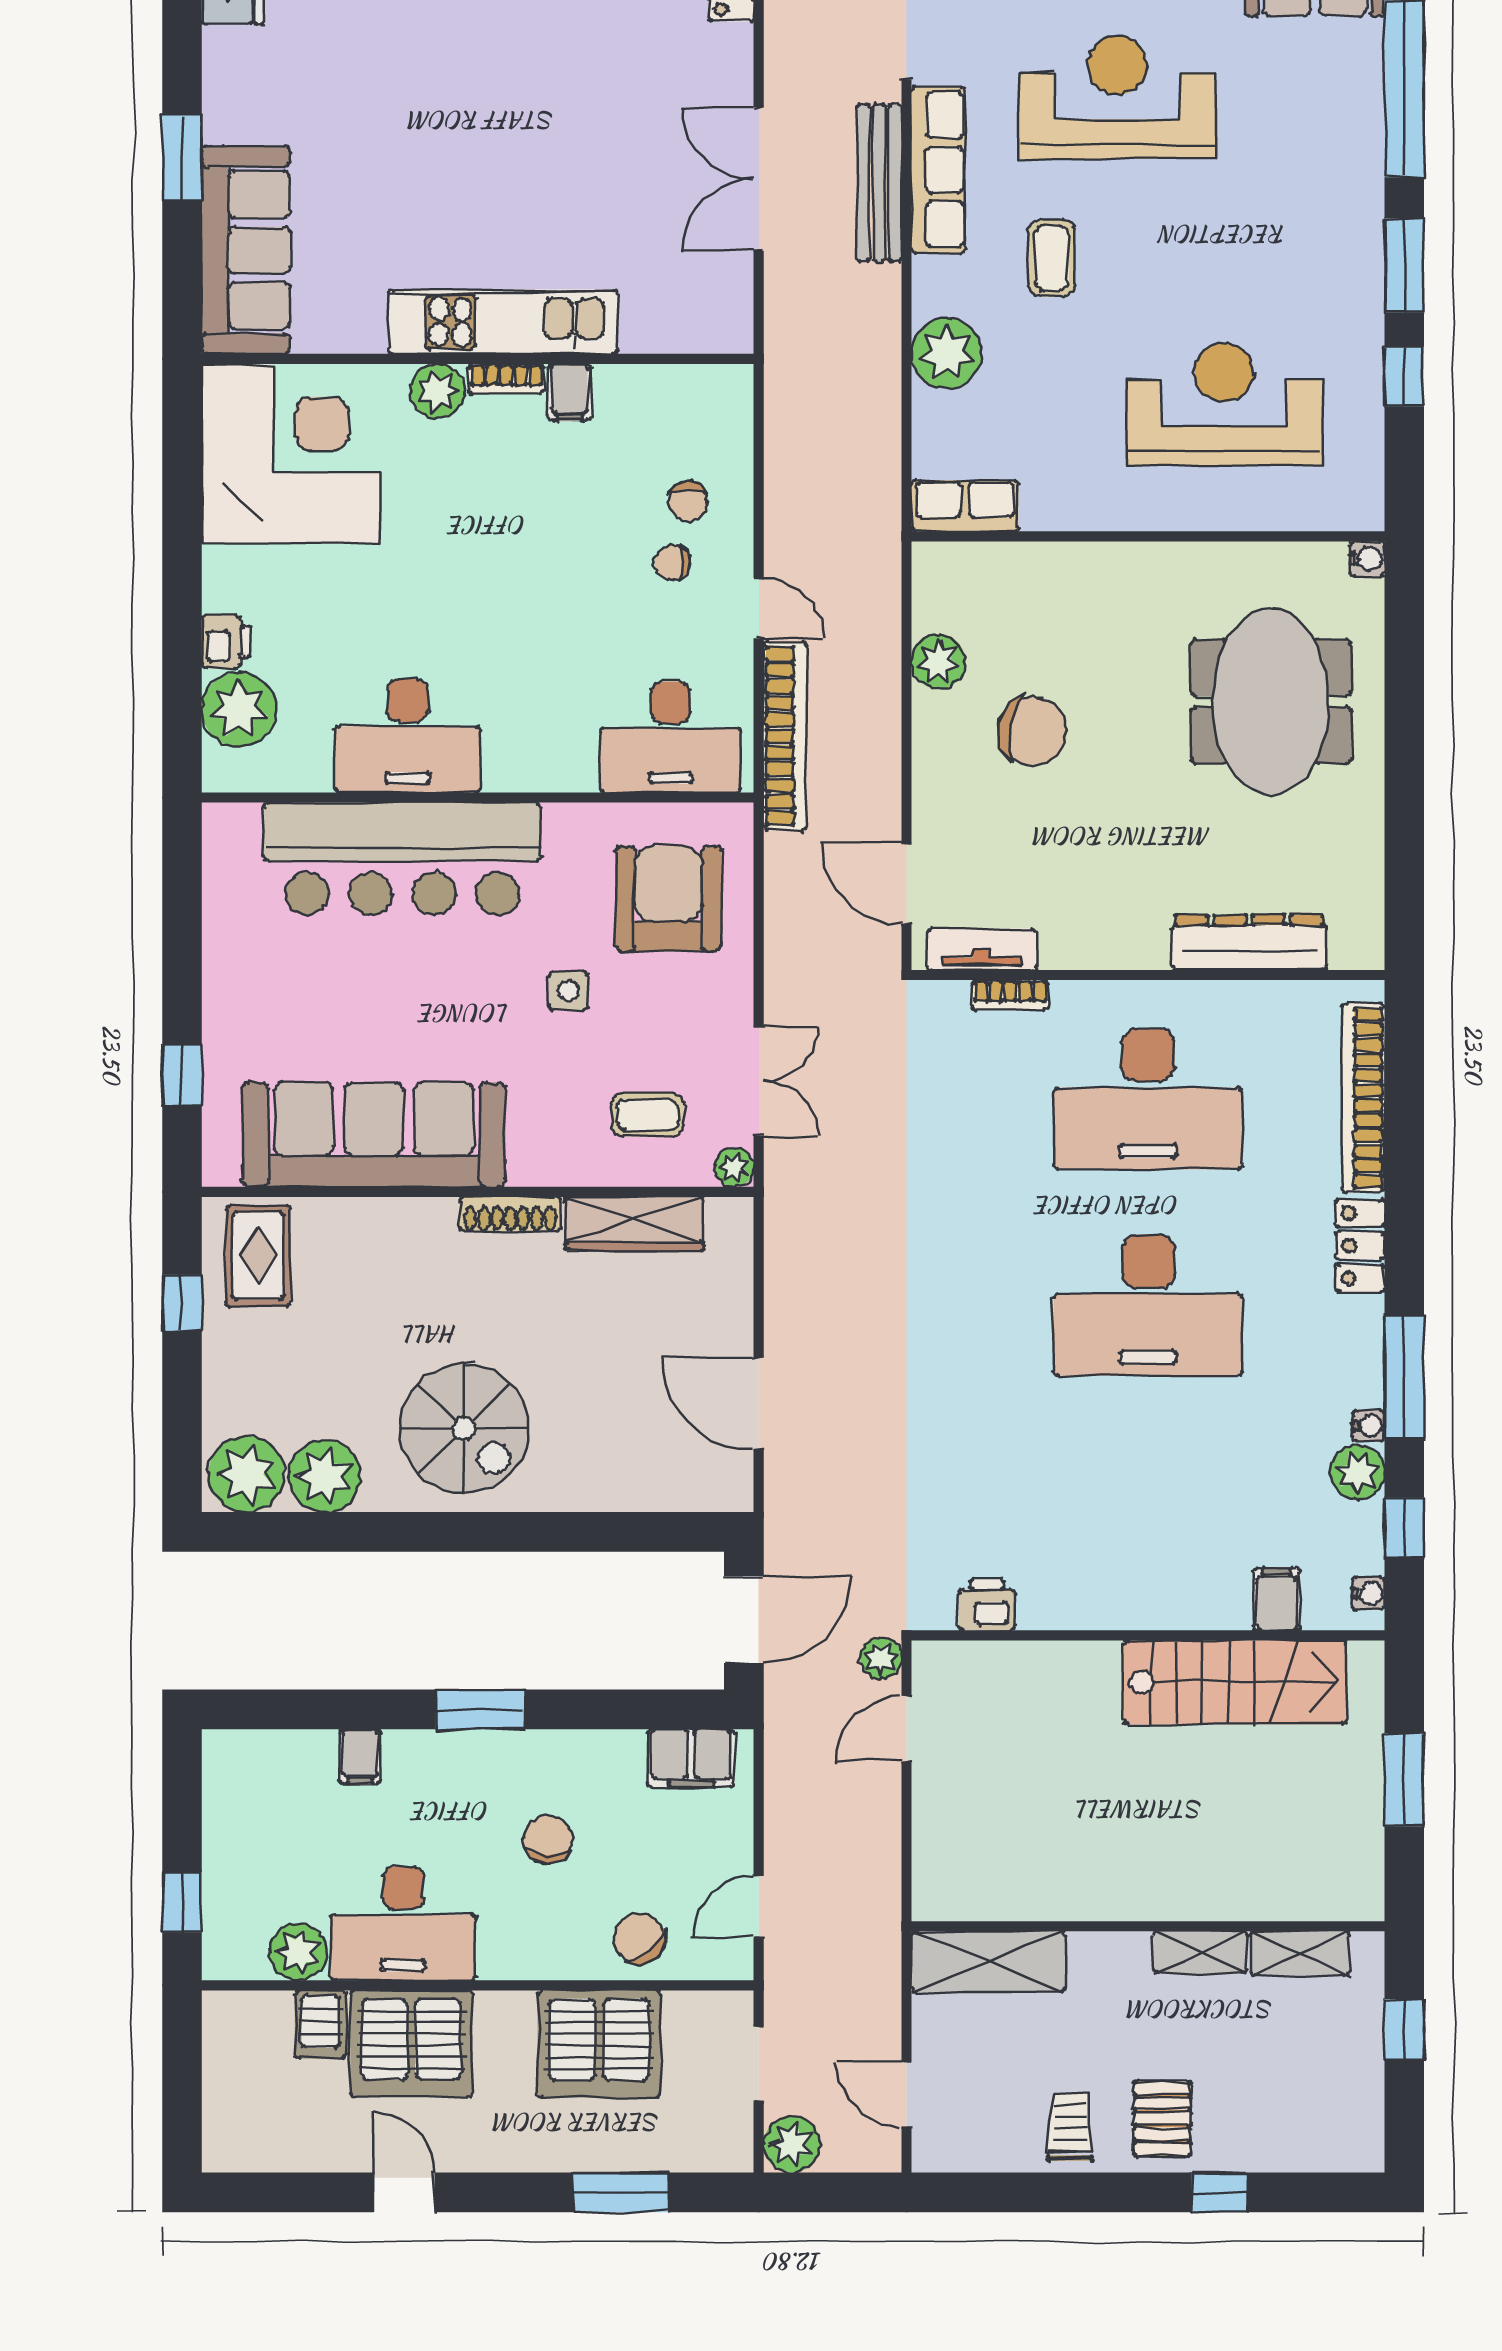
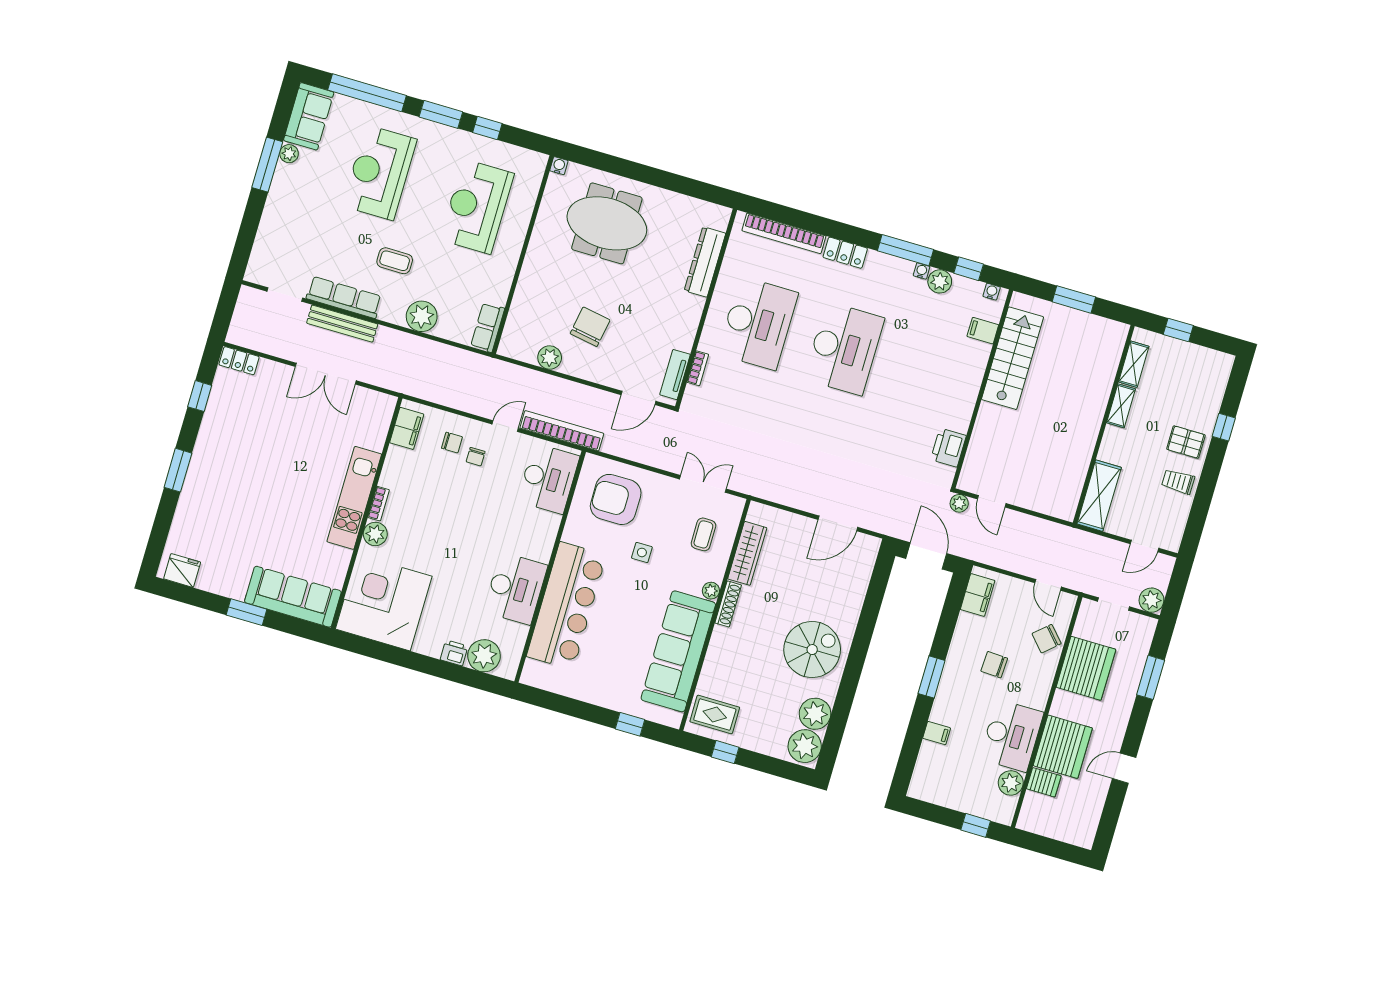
reception desk: (1117, 97) -> (380, 173), moved
filing cabinet: (569, 392) -> (407, 428), moved, width x2.00
plant: (734, 1167) -> (711, 591), moved
printer: (987, 1605) -> (948, 448), width x1.36, depth x1.24

